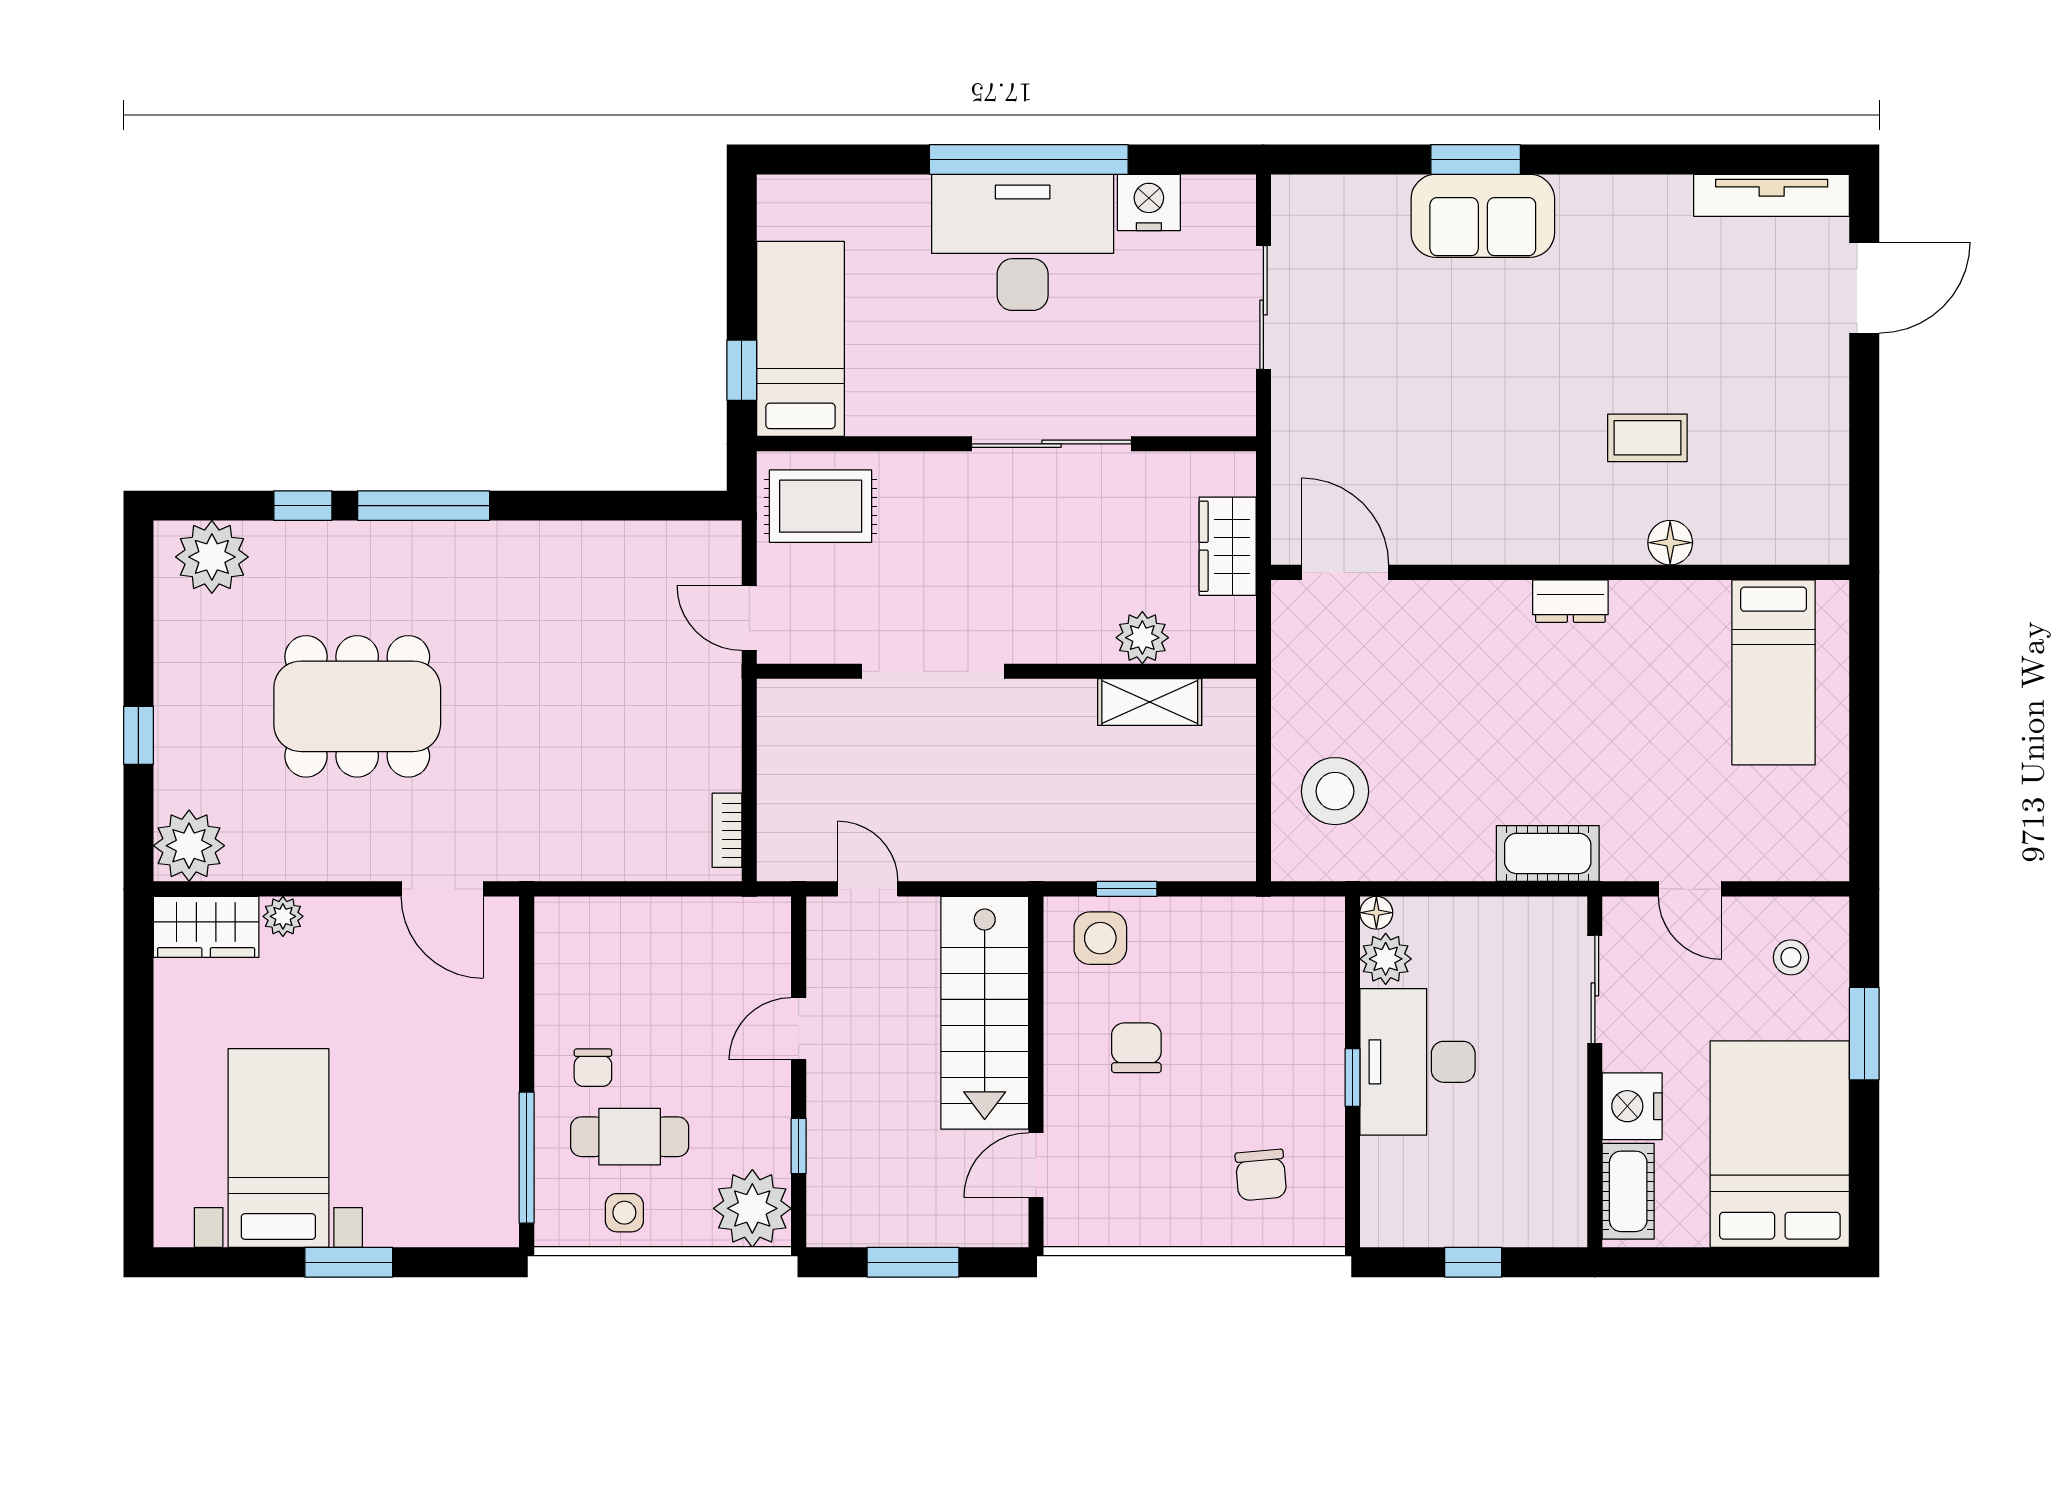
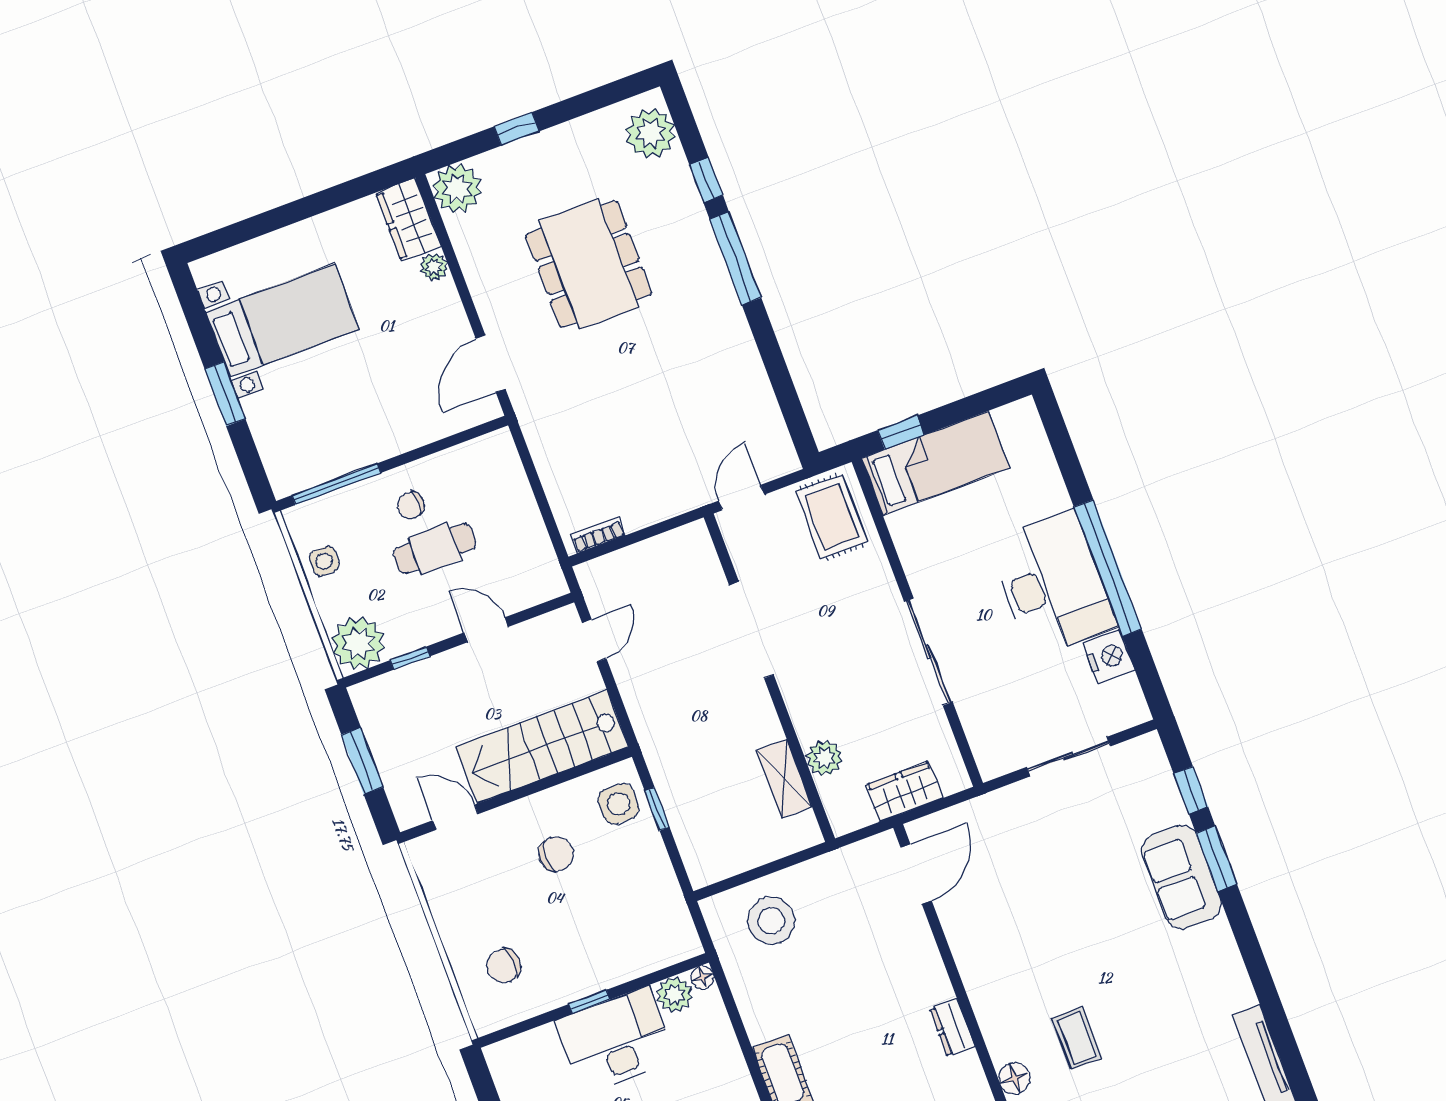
window: (1370, 159) -> (1191, 790), added
cafe table: (630, 1137) -> (435, 548), moved, turned 90

